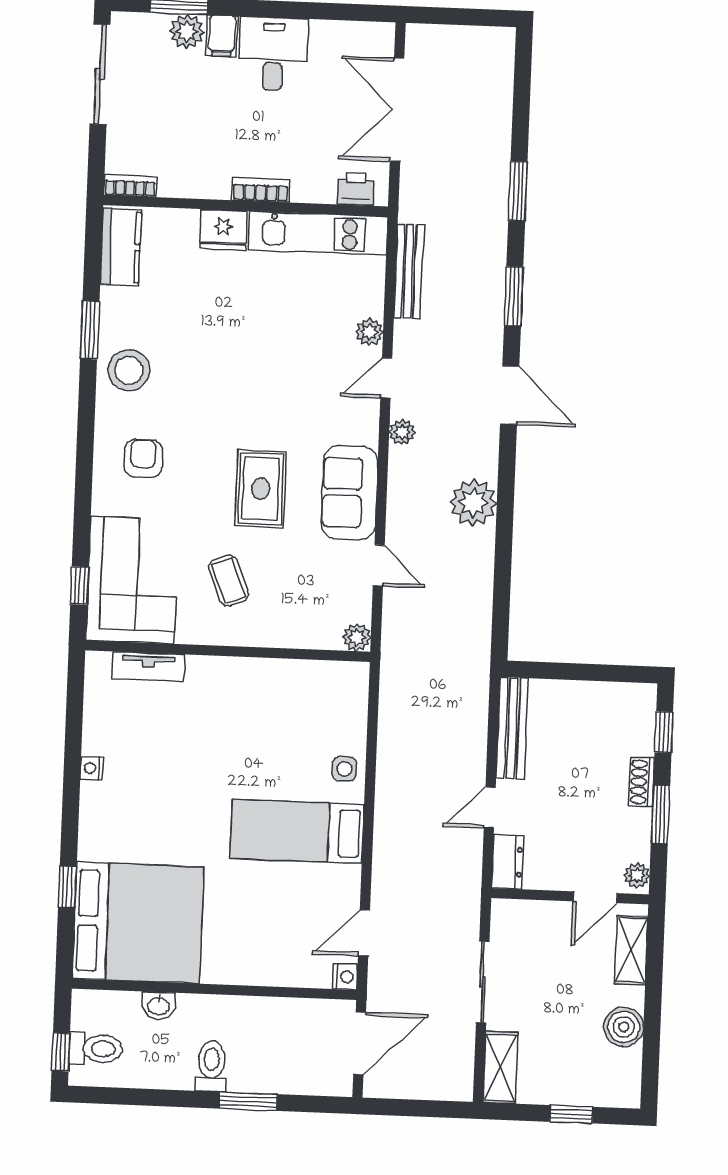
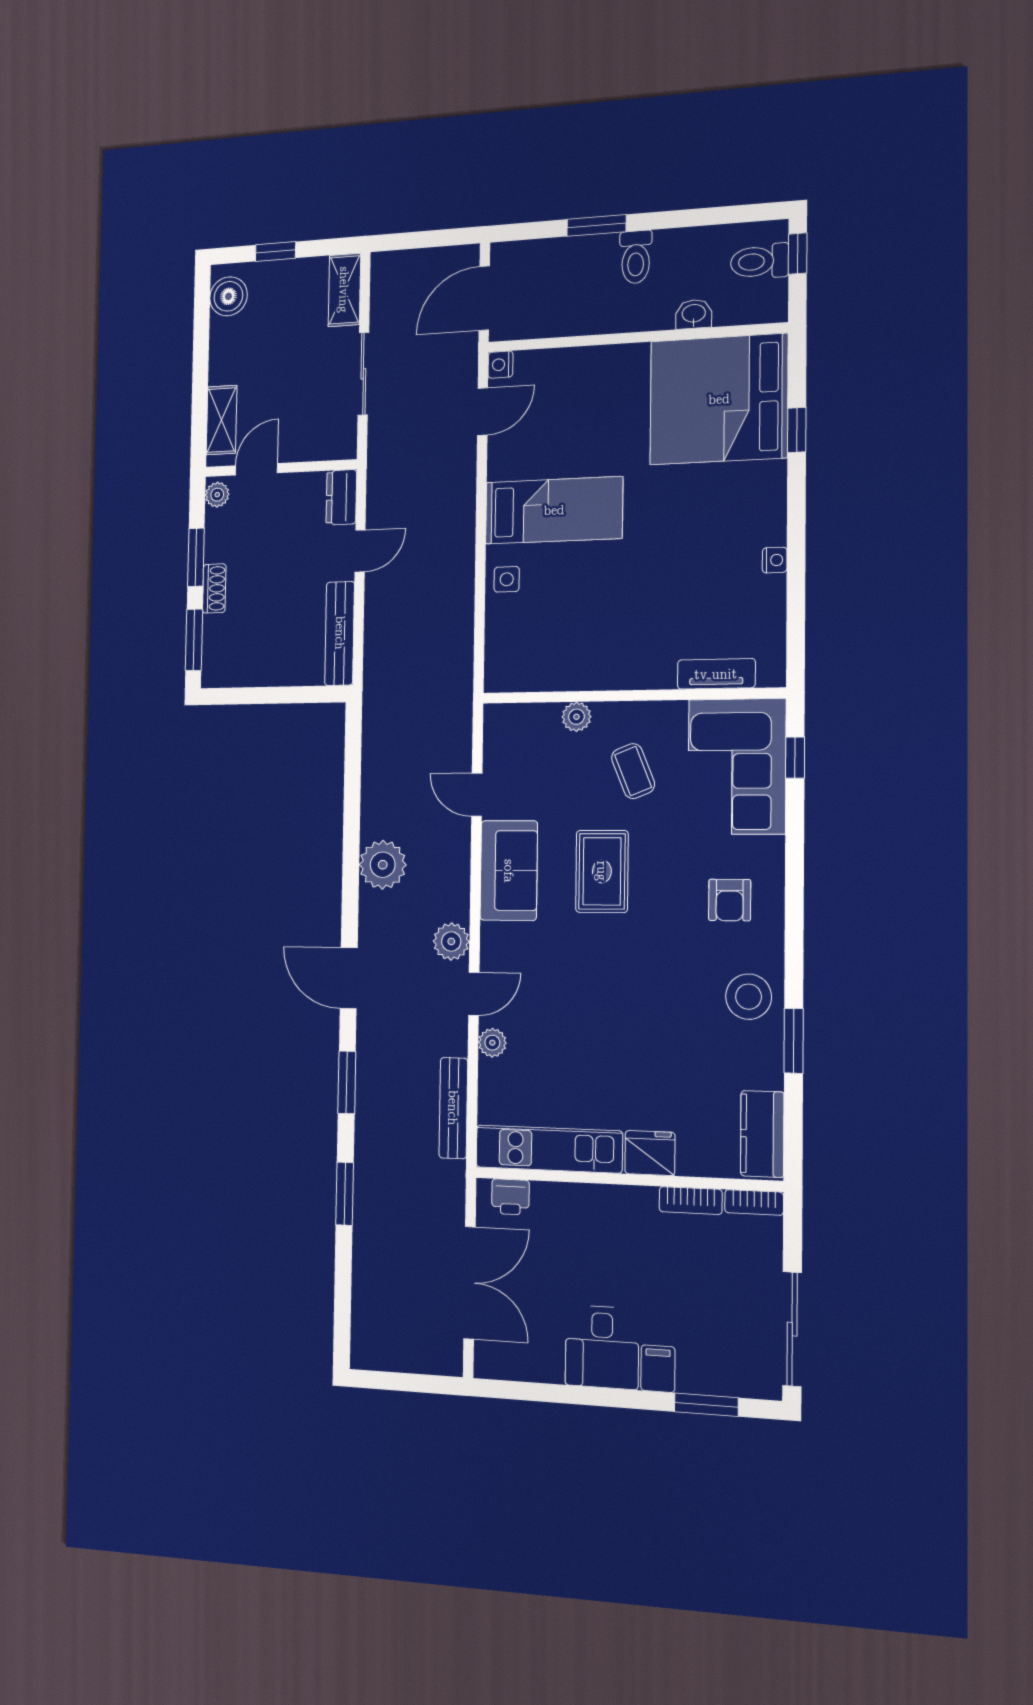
plant: (187, 31) -> (697, 1375), removed
bookcase: (261, 190) -> (691, 1201), moved
plant: (402, 432) -> (451, 941), width x1.38, depth x1.38
plant: (357, 637) -> (576, 717), moved
window: (664, 732) -> (194, 640), width x1.50
boiler: (624, 1027) -> (228, 296), moved

